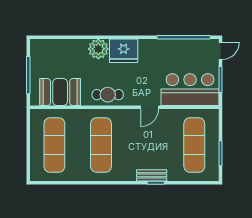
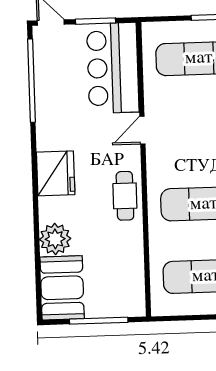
plant: (98, 49) -> (55, 239), moved
booth: (60, 92) -> (62, 288), moved
door: (150, 107) -> (142, 130), swing flipped

